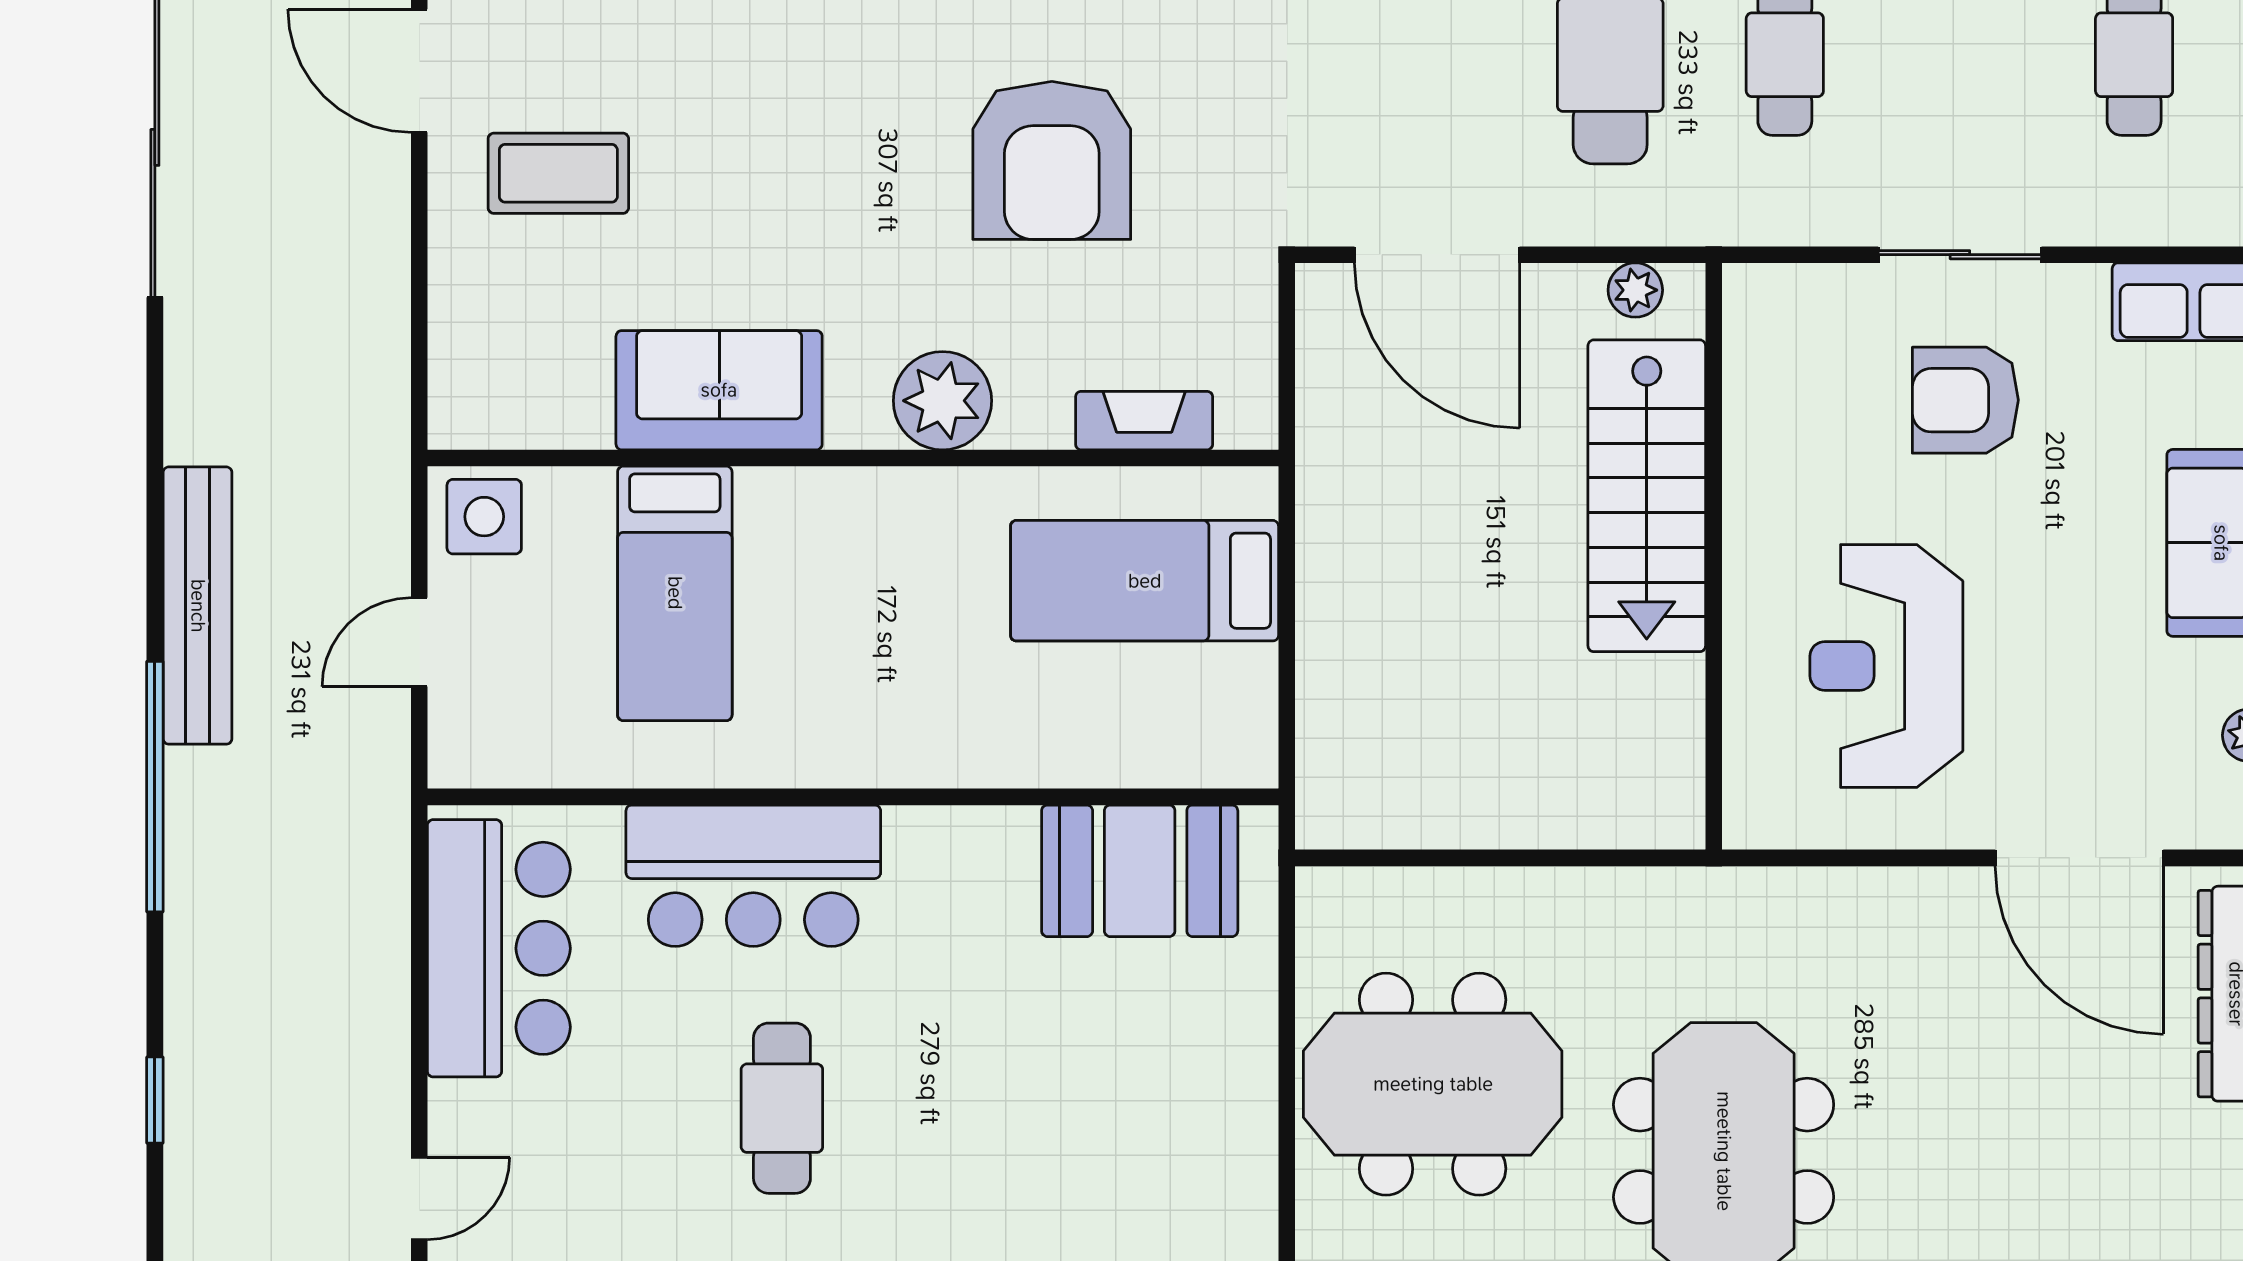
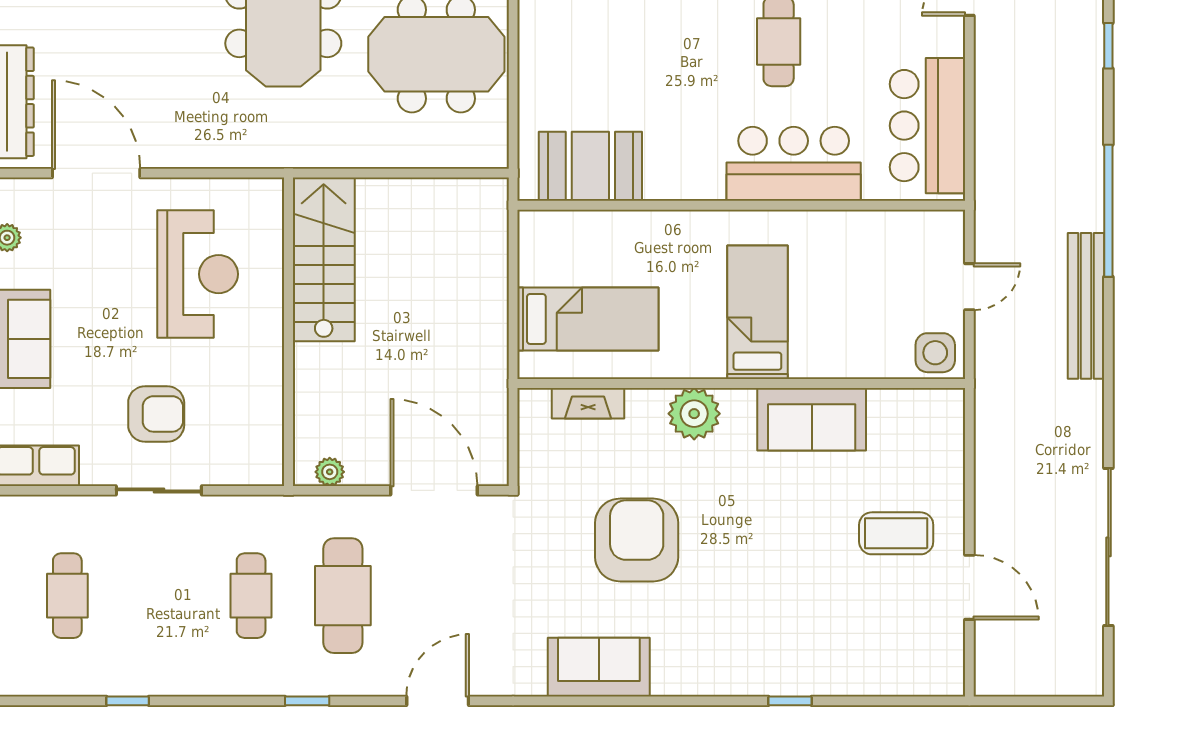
stairs: (1647, 496) -> (324, 259), moved
bed: (675, 593) -> (757, 312), moved

